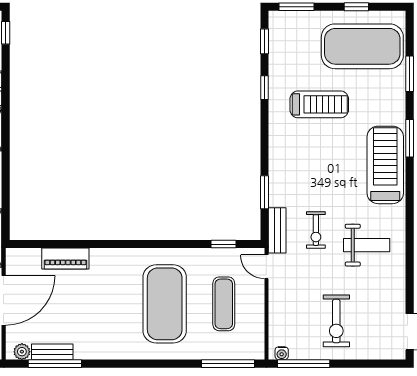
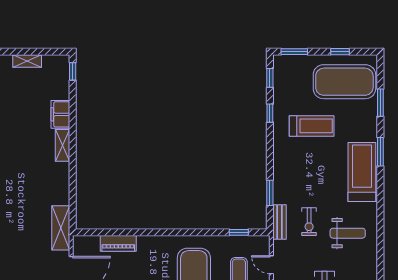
door: (266, 267) -> (271, 265), moved

